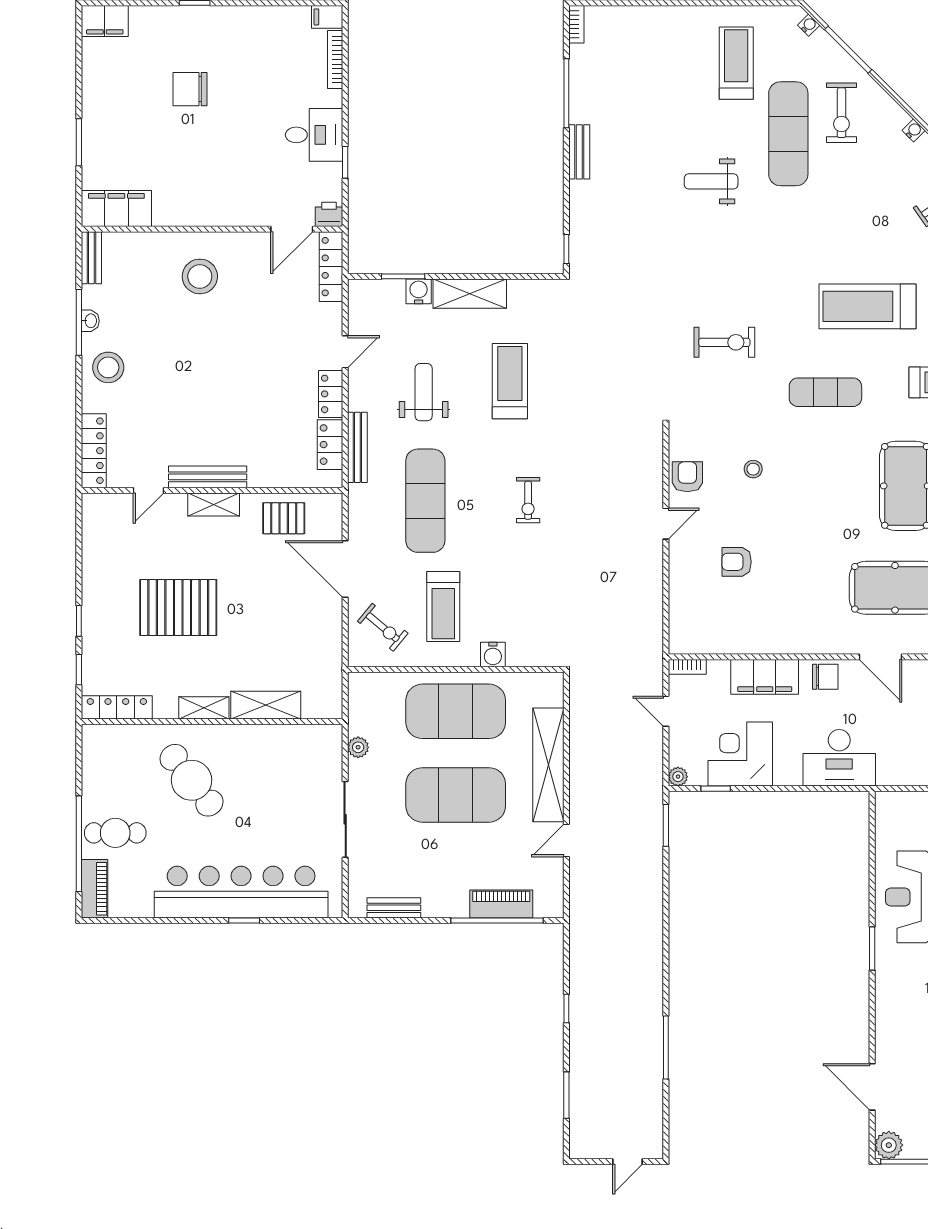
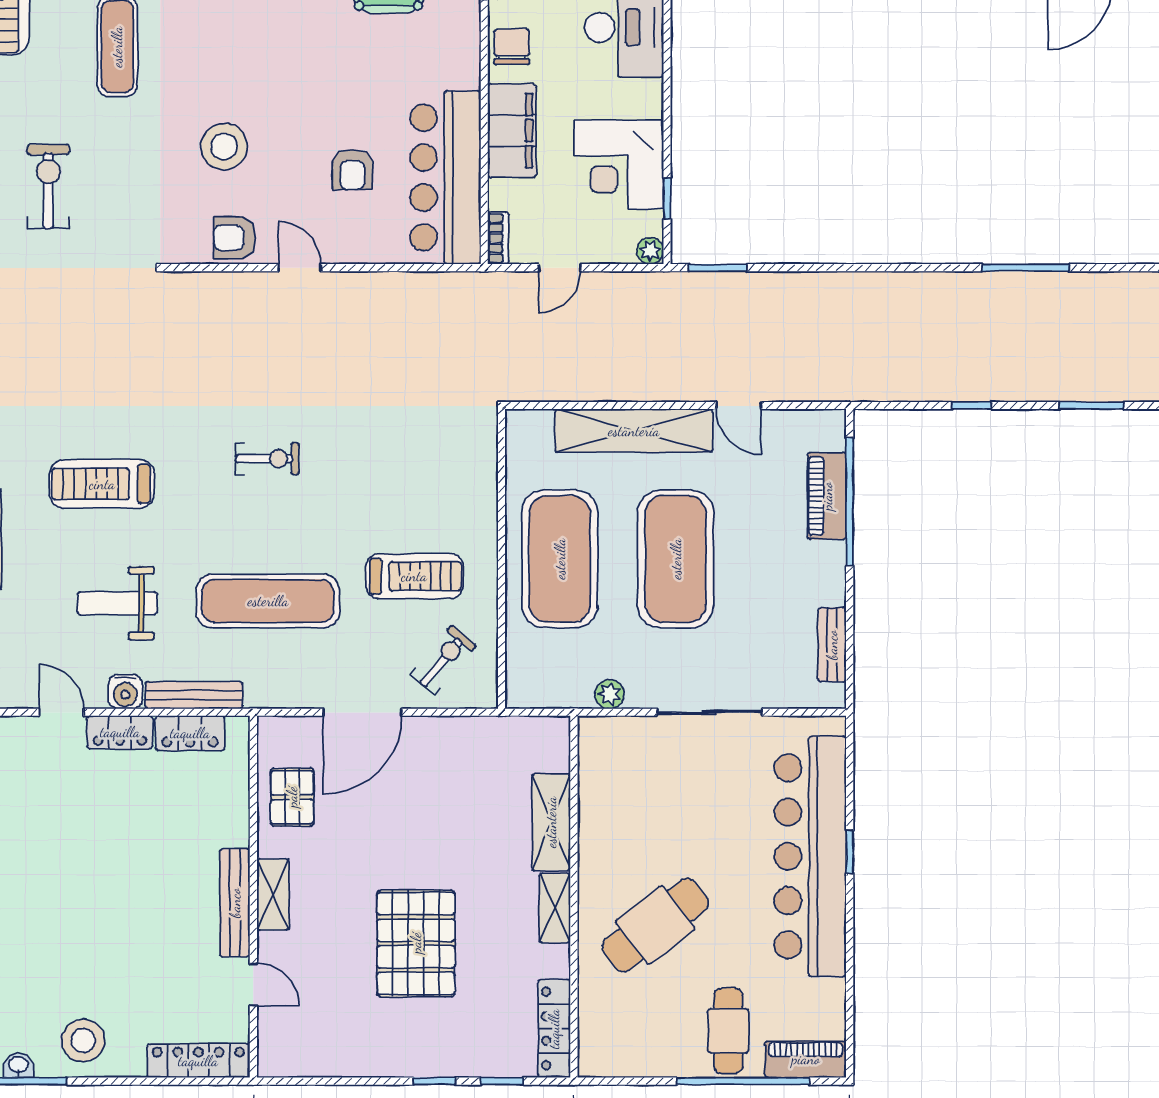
stool: (753, 469) -> (224, 147), width x1.89, depth x1.89
bar counter: (731, 629) -> (446, 178), added
water cooler: (493, 655) -> (125, 692), moved, turned 90

